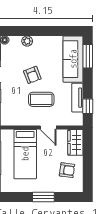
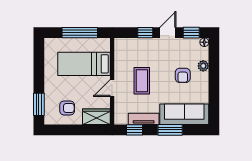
window: (88, 56) -> (170, 130), moved
armchair: (32, 75) -> (183, 75), moved, turned -69
armchair: (67, 170) -> (67, 108), turned -98
window: (43, 197) -> (39, 104), moved

